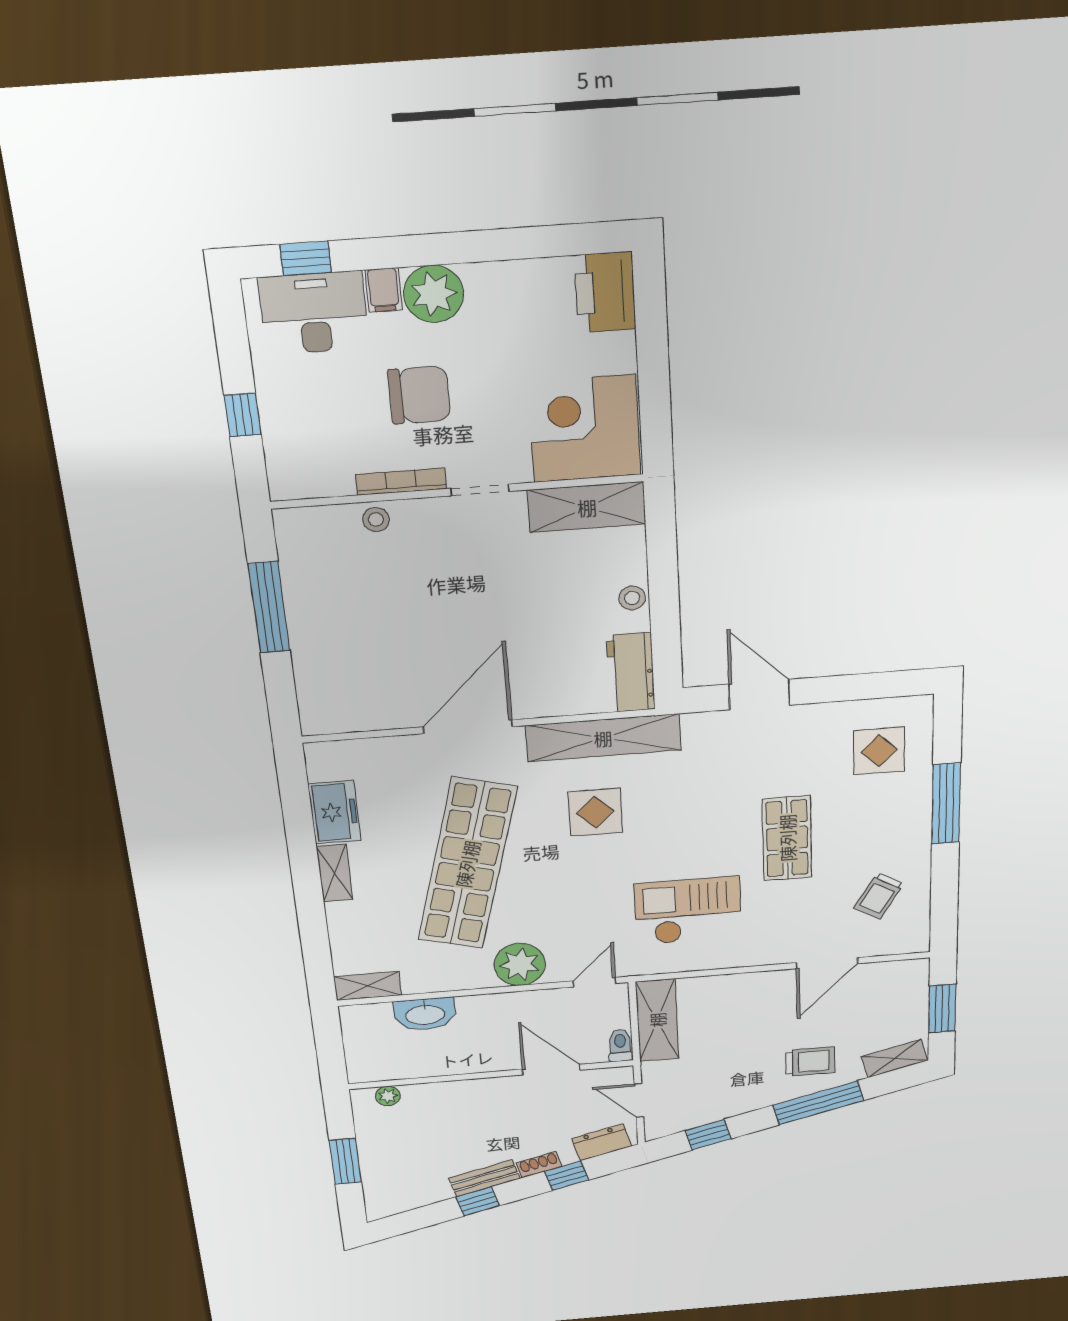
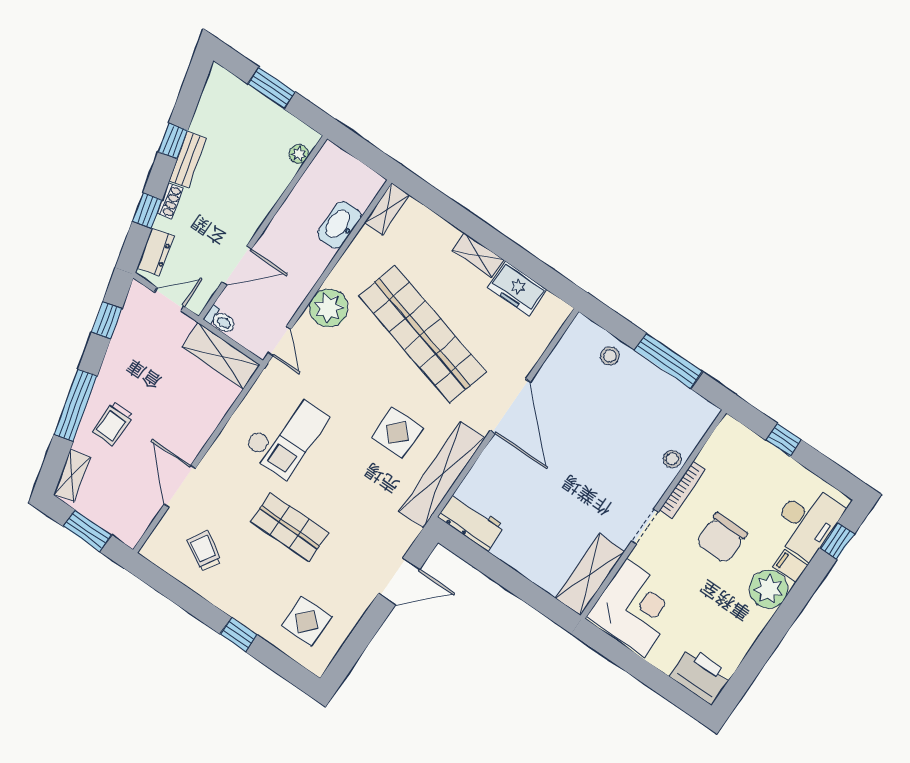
stool: (632, 598) -> (610, 356), moved
window: (946, 804) -> (239, 635), width x0.46

